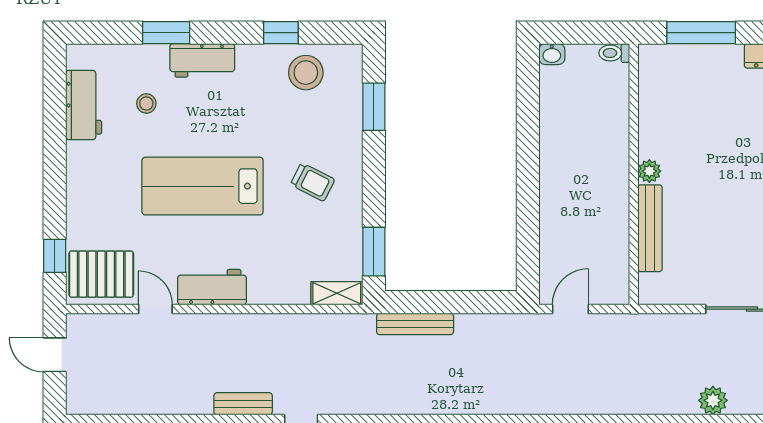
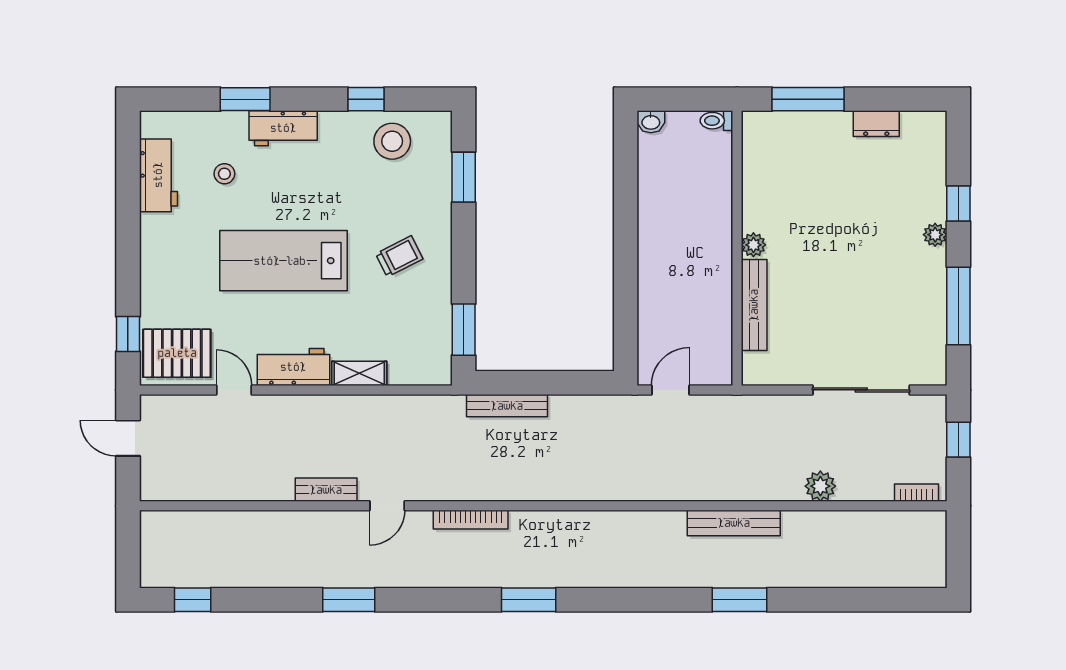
trolley: (313, 182) -> (399, 256), turned -54
shelving: (337, 293) -> (359, 373), moved

